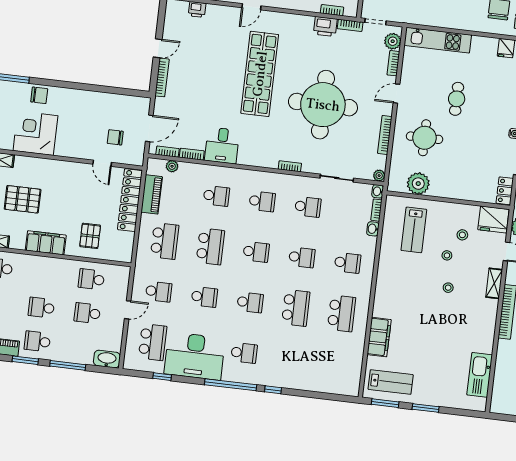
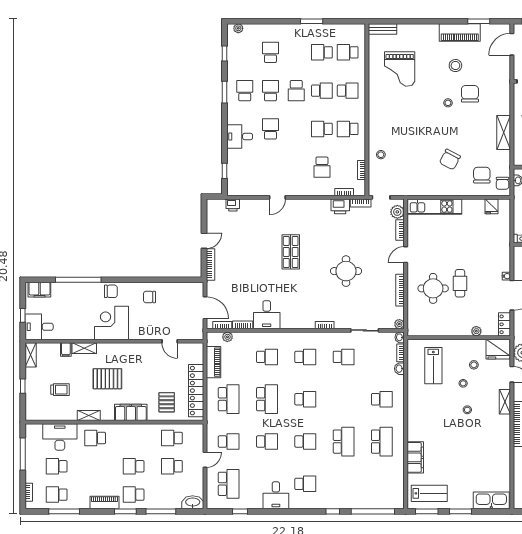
shop shelf: (260, 74) -> (291, 252), width x0.50, depth x0.74
cafe table: (457, 99) -> (460, 283), moved
round table: (323, 105) -> (346, 271), width x0.54, depth x0.54
door: (149, 128) -> (205, 308), hinge flipped
chair: (115, 137) -> (149, 297), moved
plant: (418, 184) -> (476, 331), moved, width x0.53, depth x0.53
locker: (130, 200) -> (196, 391), moved
school desk: (302, 257) -> (344, 399), removed
desk: (195, 356) -> (276, 495), width x0.53, depth x0.77
kitchen sink: (480, 375) -> (491, 500), moved, turned 90
window: (231, 385) -> (373, 511), moved

